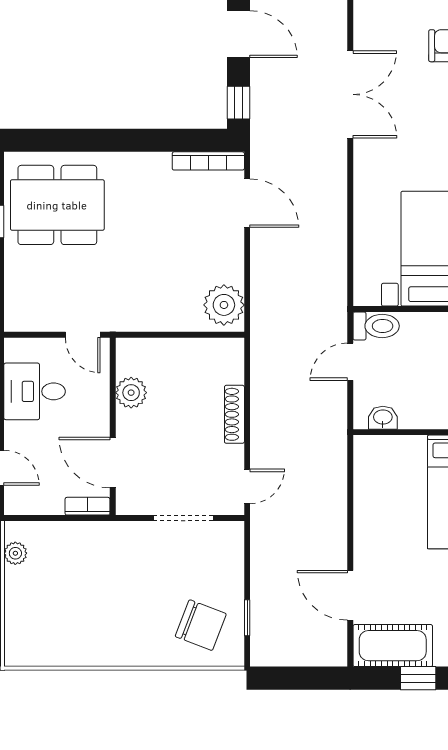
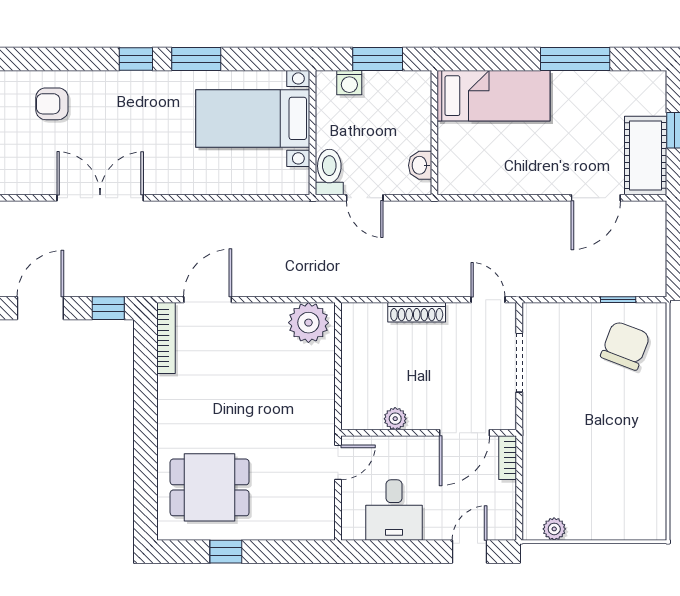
dining table: (57, 205) -> (210, 487), width x0.73
plant: (131, 393) -> (395, 419), width x0.73, depth x0.73

